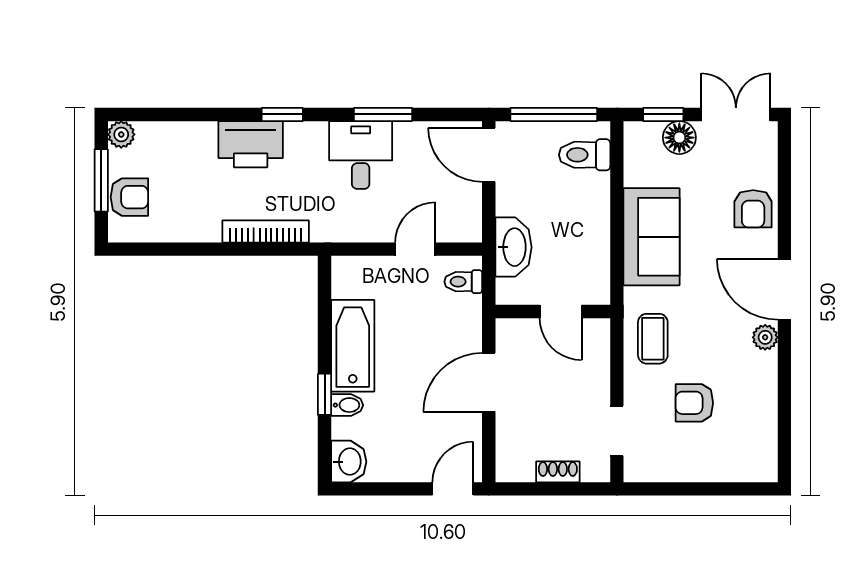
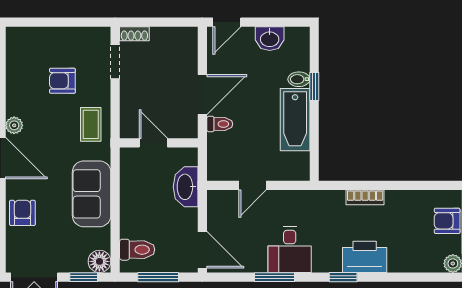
window: (554, 114) -> (158, 277), width x0.69
floor lamp: (679, 138) -> (99, 261), moved
bookcase: (266, 232) -> (365, 197), width x0.64
toilet: (463, 282) -> (220, 124), moved
armchair: (694, 403) -> (62, 81), turned 180
washbasin: (349, 462) -> (270, 39), moved, turned -90
shoe rack: (558, 472) -> (134, 34), moved

